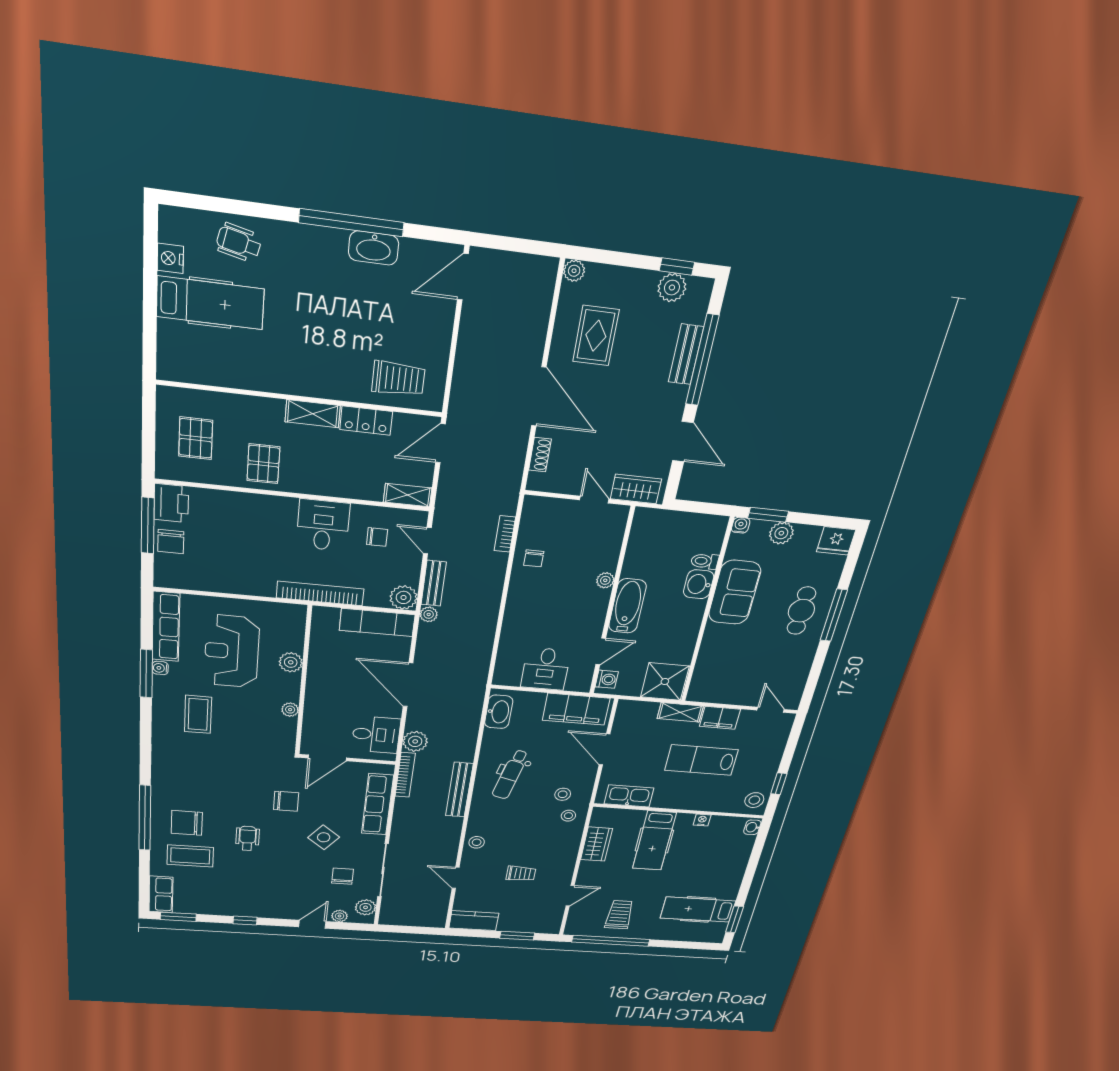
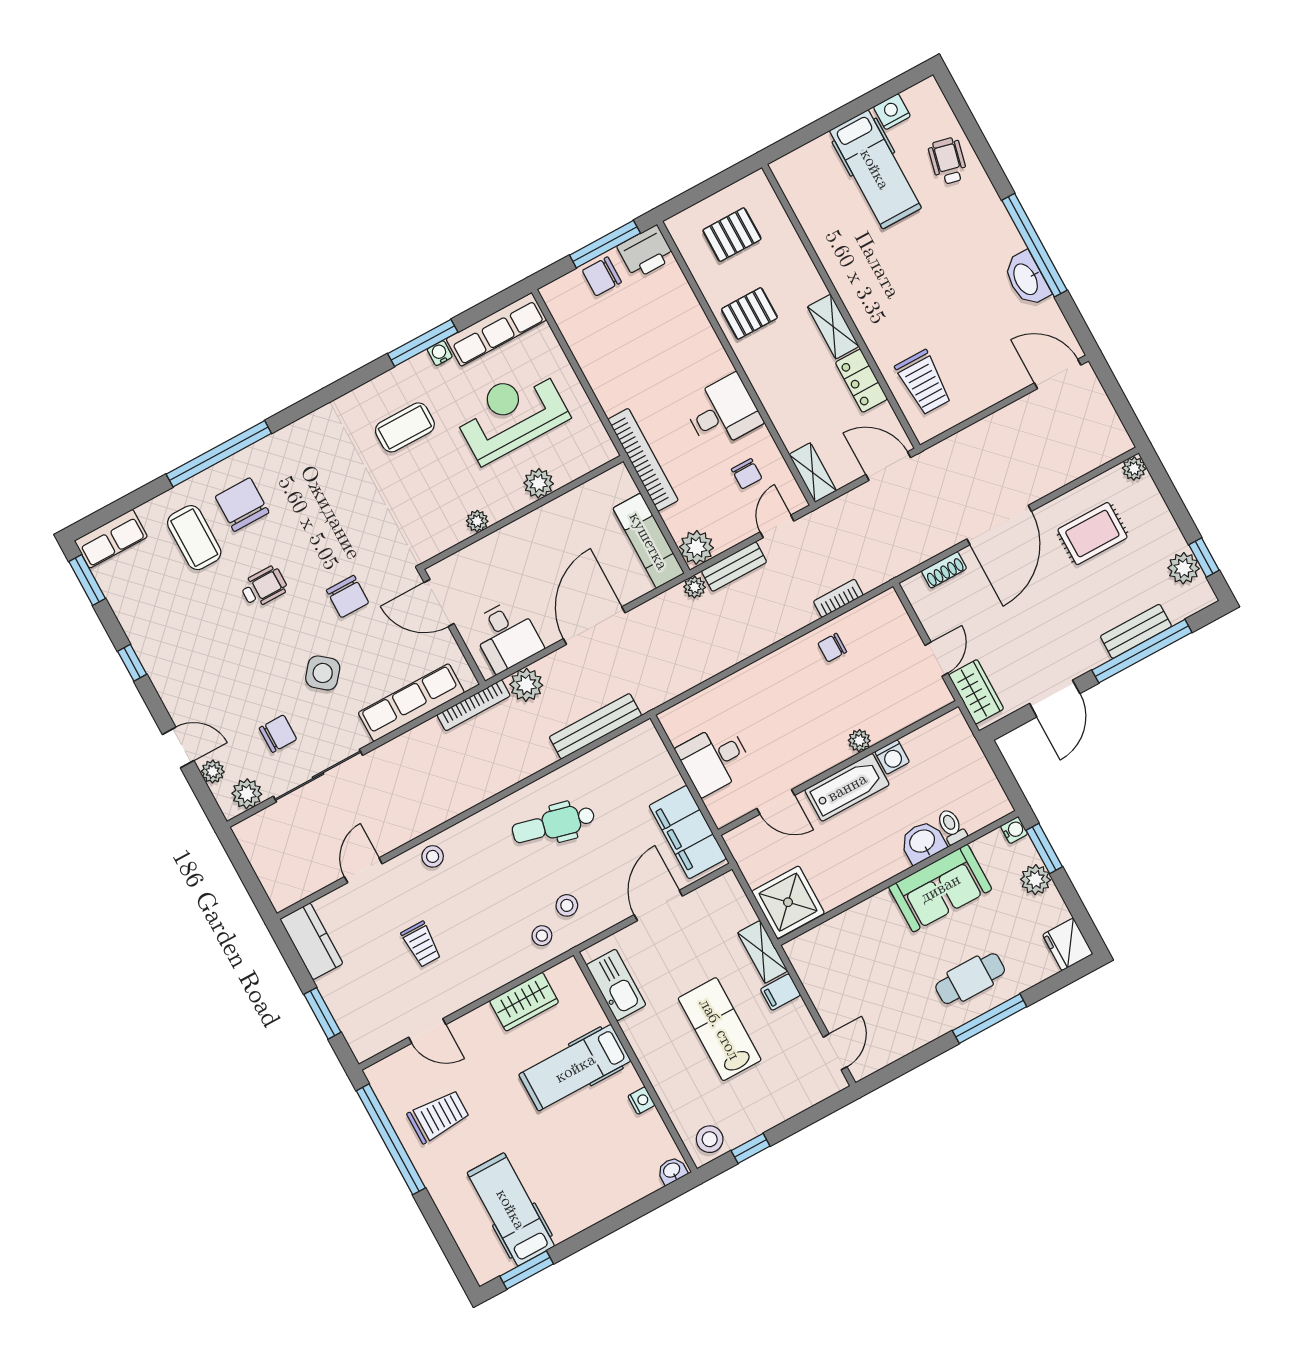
washing machine: (607, 679) -> (892, 757), moved
washbasin: (499, 712) -> (627, 749), removed
filing cabinet: (720, 718) -> (780, 992), width x0.50
bench: (459, 790) -> (595, 726), moved

